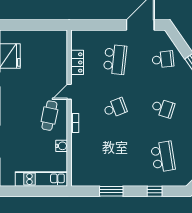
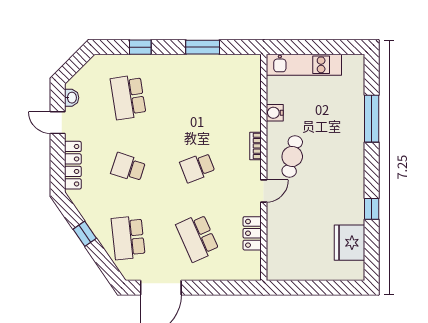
school desk: (115, 59) -> (197, 238), turned -30
school desk: (163, 59) -> (128, 238), width x1.85

